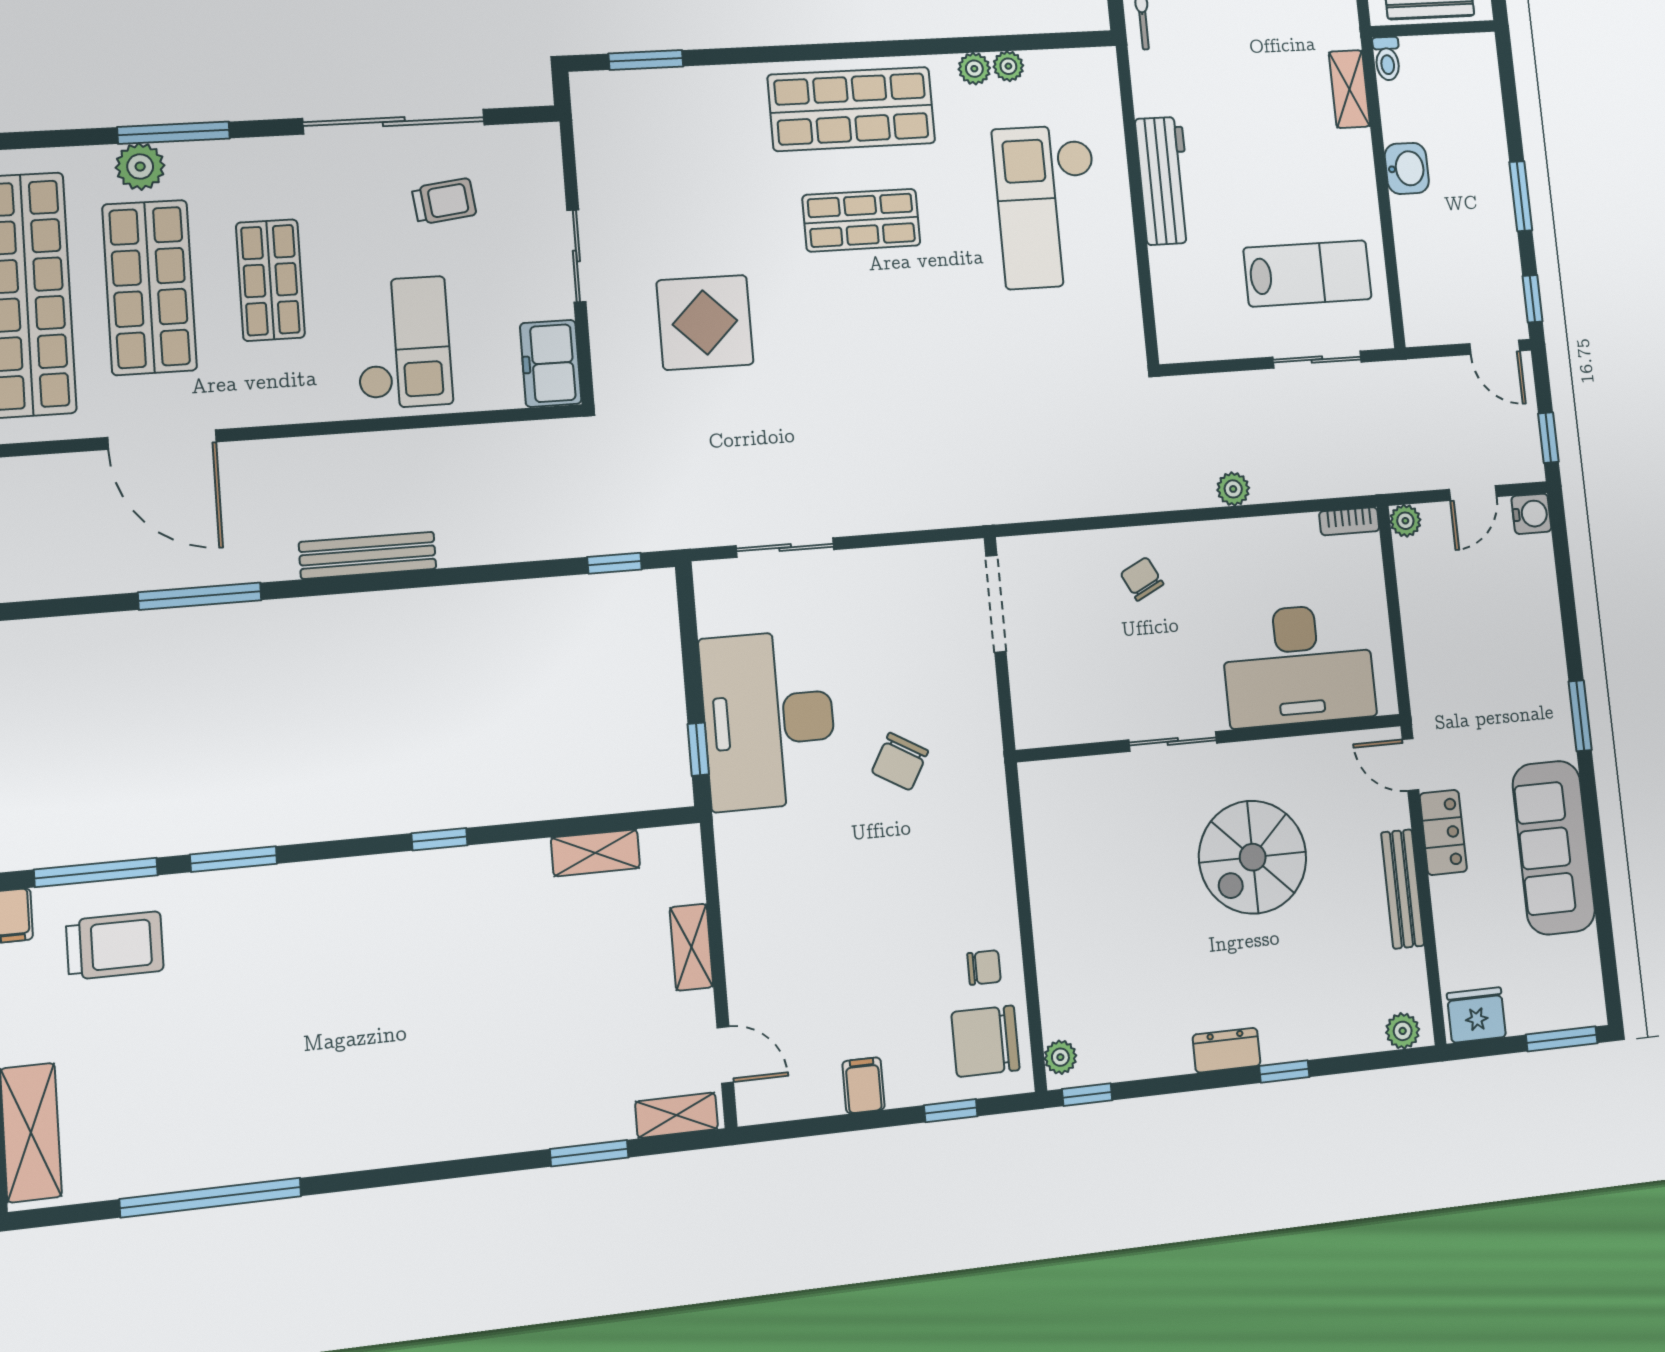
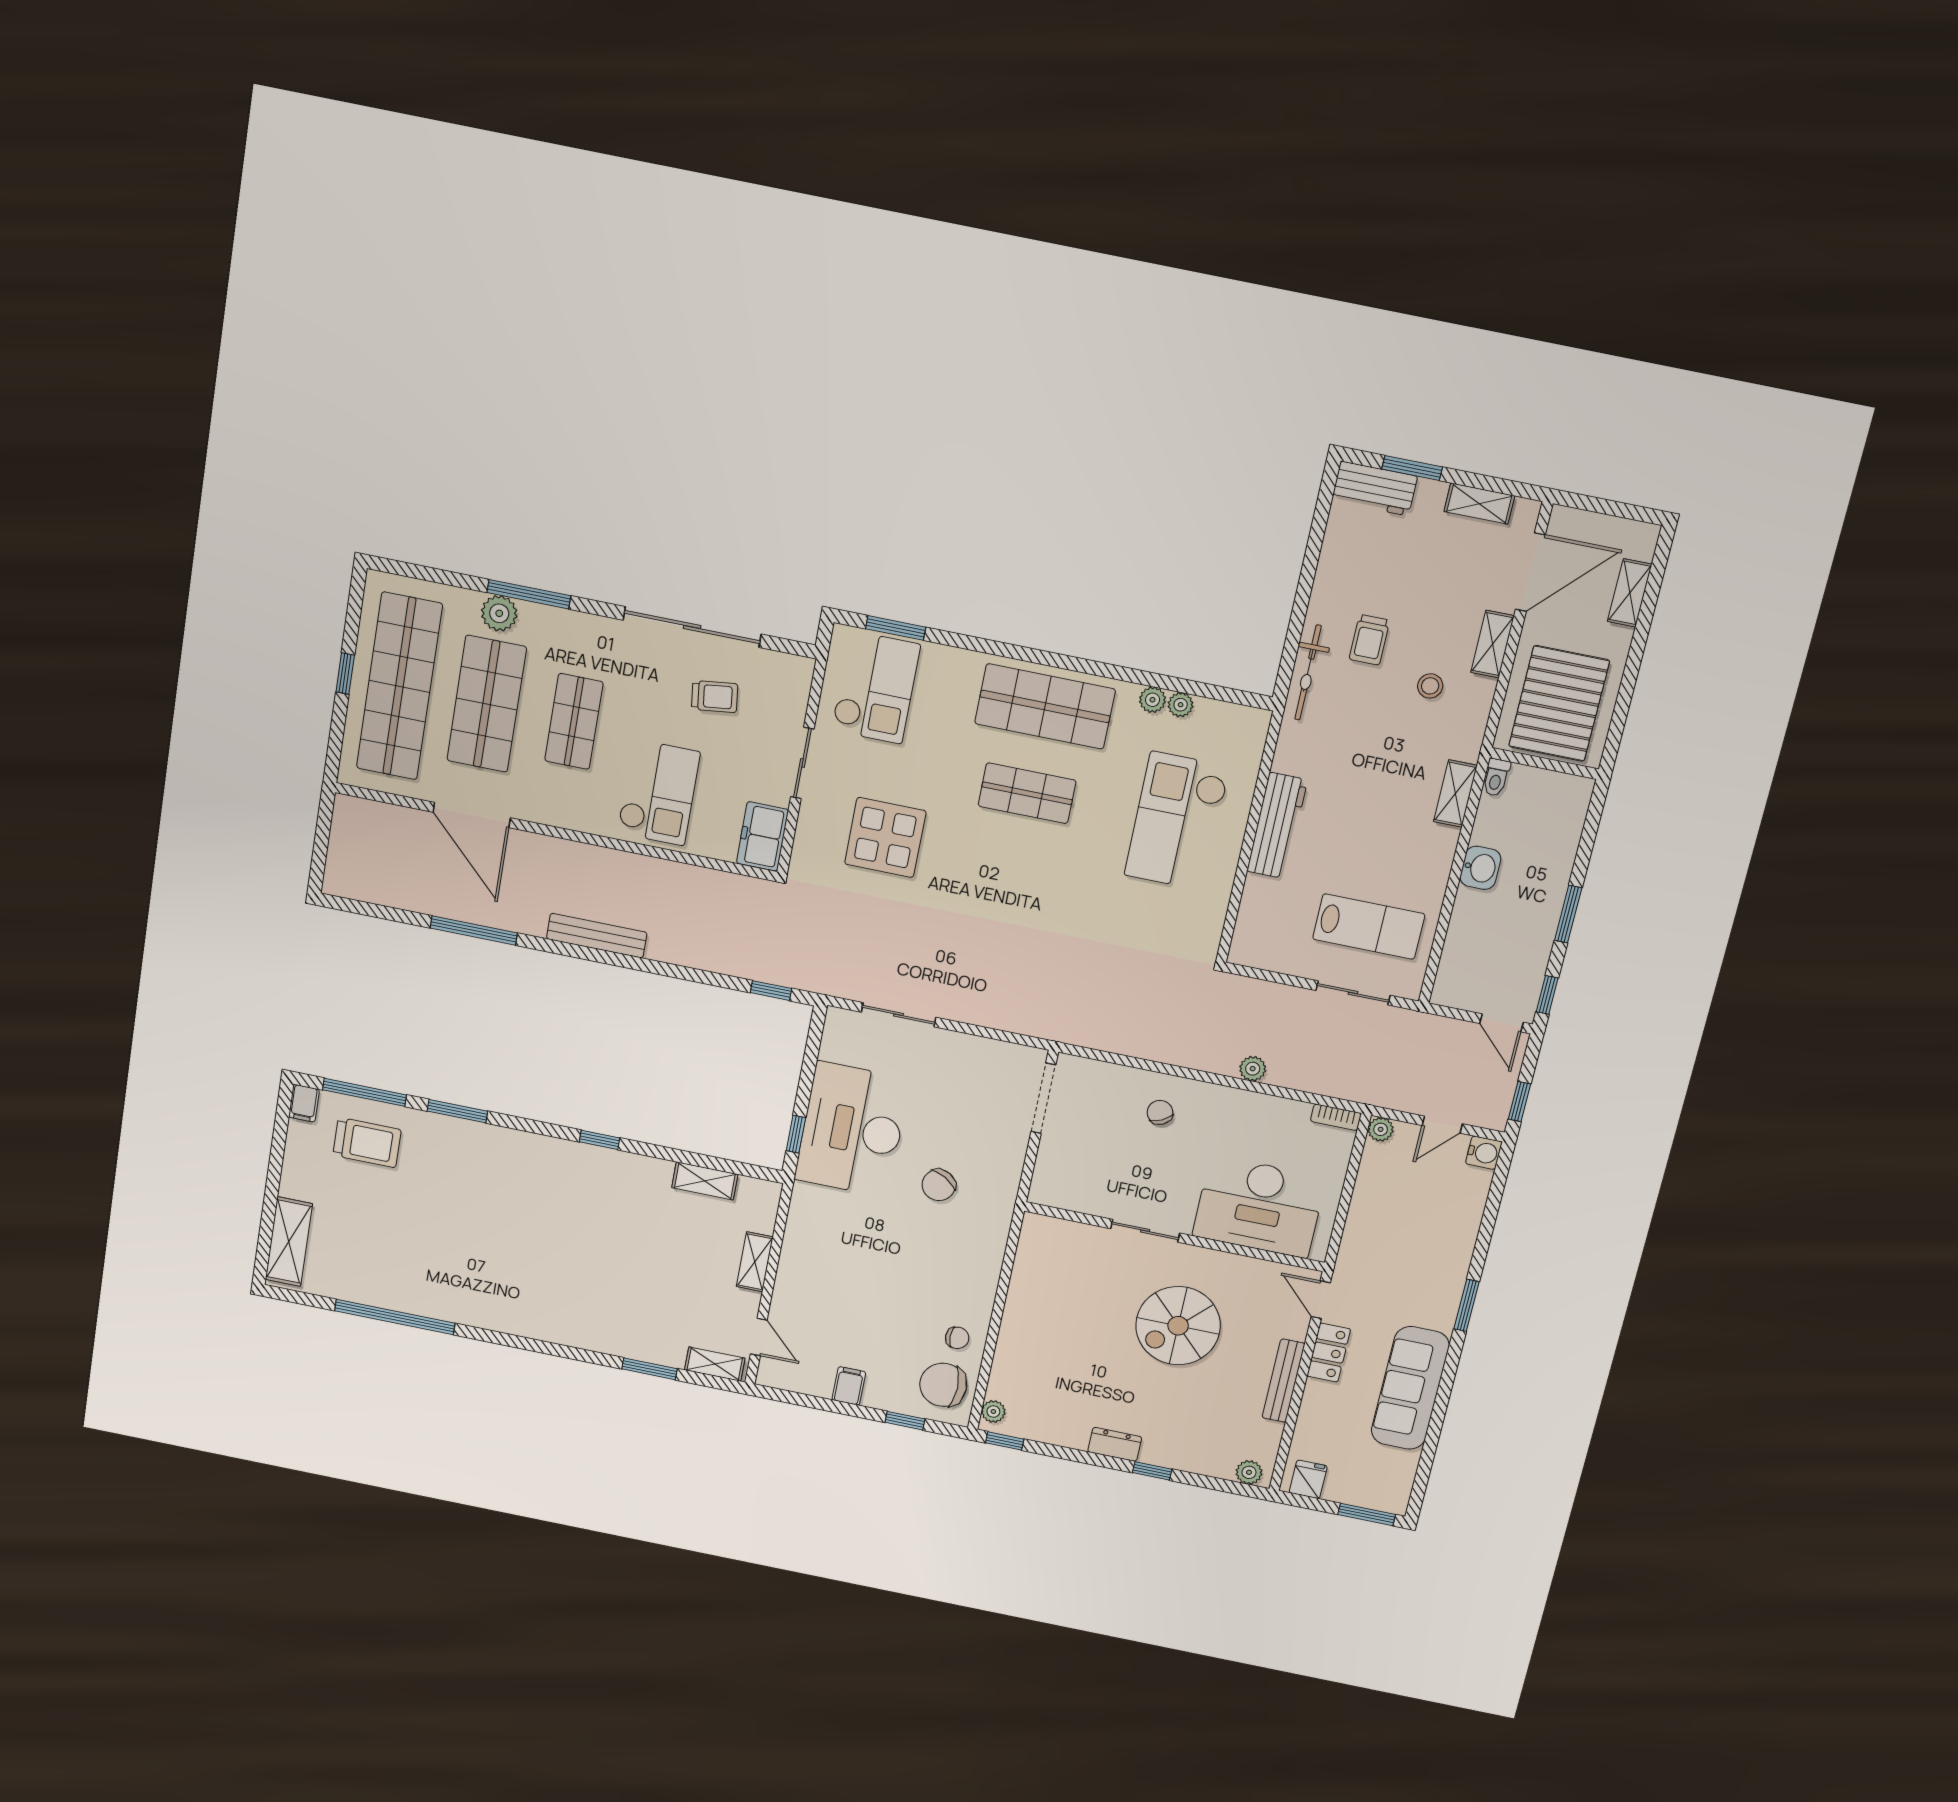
checkout: (642, 138) -> (876, 687), added
fridge: (1476, 1015) -> (1308, 1479), width x0.72

